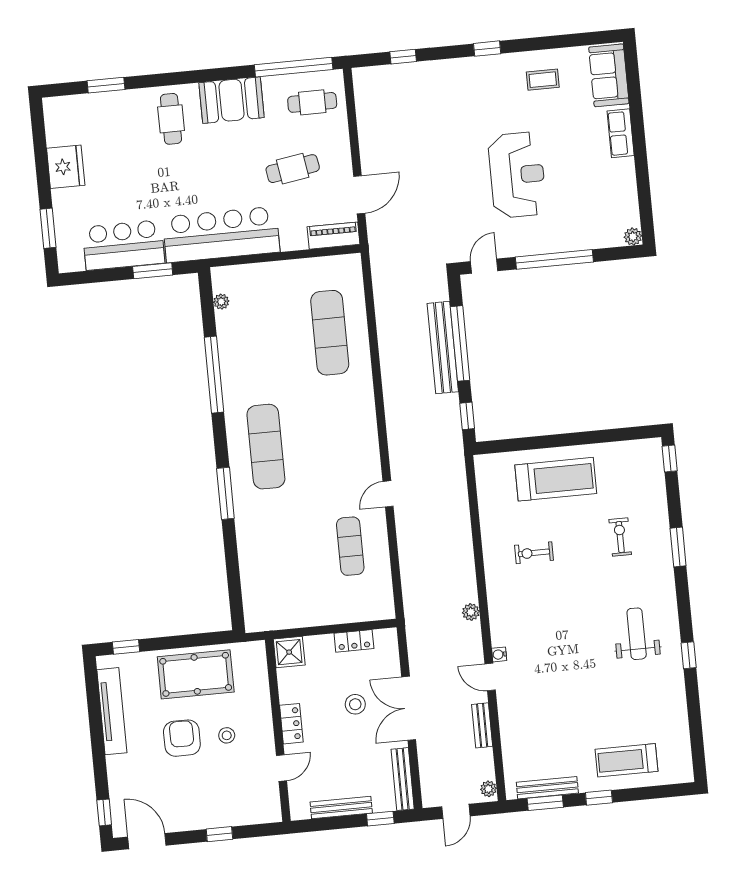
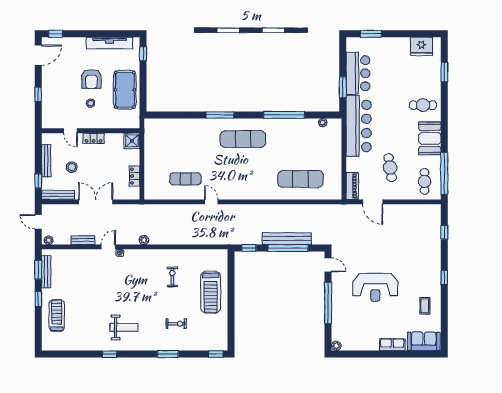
fridge: (66, 167) -> (422, 46), moved
stool: (355, 704) -> (72, 167), moved
armchair: (182, 738) -> (91, 79), turned 90

